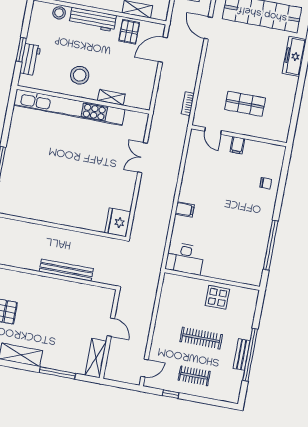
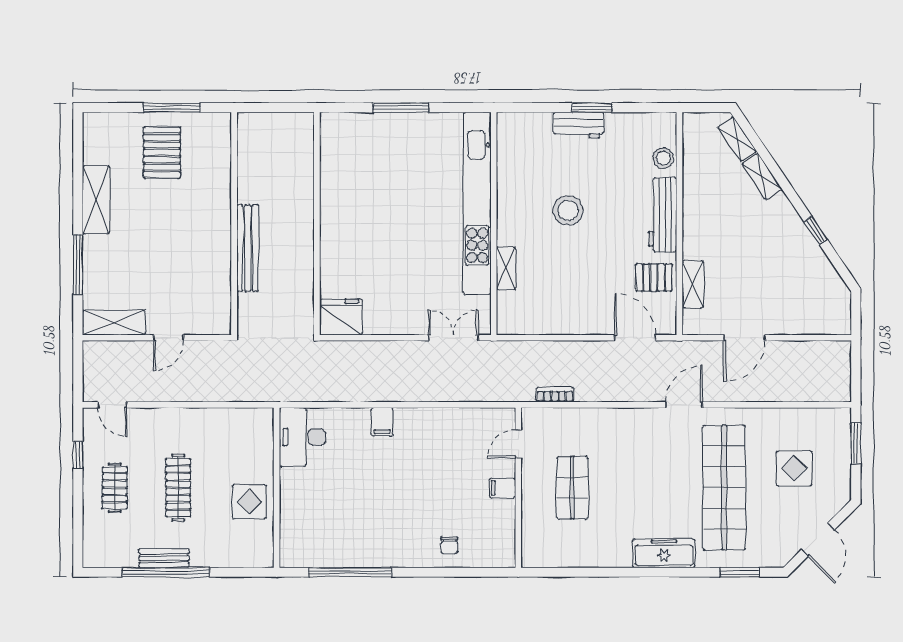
shelving: (111, 97) -> (506, 268), moved
wall: (83, 100) -> (494, 224), moved
kitchen unit: (69, 107) -> (477, 203), moved

